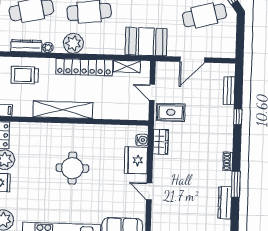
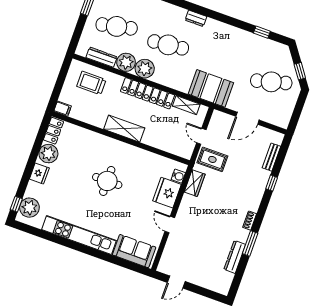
plant: (48, 47) -> (126, 62), width x1.88, depth x1.88
shelving: (63, 110) -> (124, 129), width x0.68

